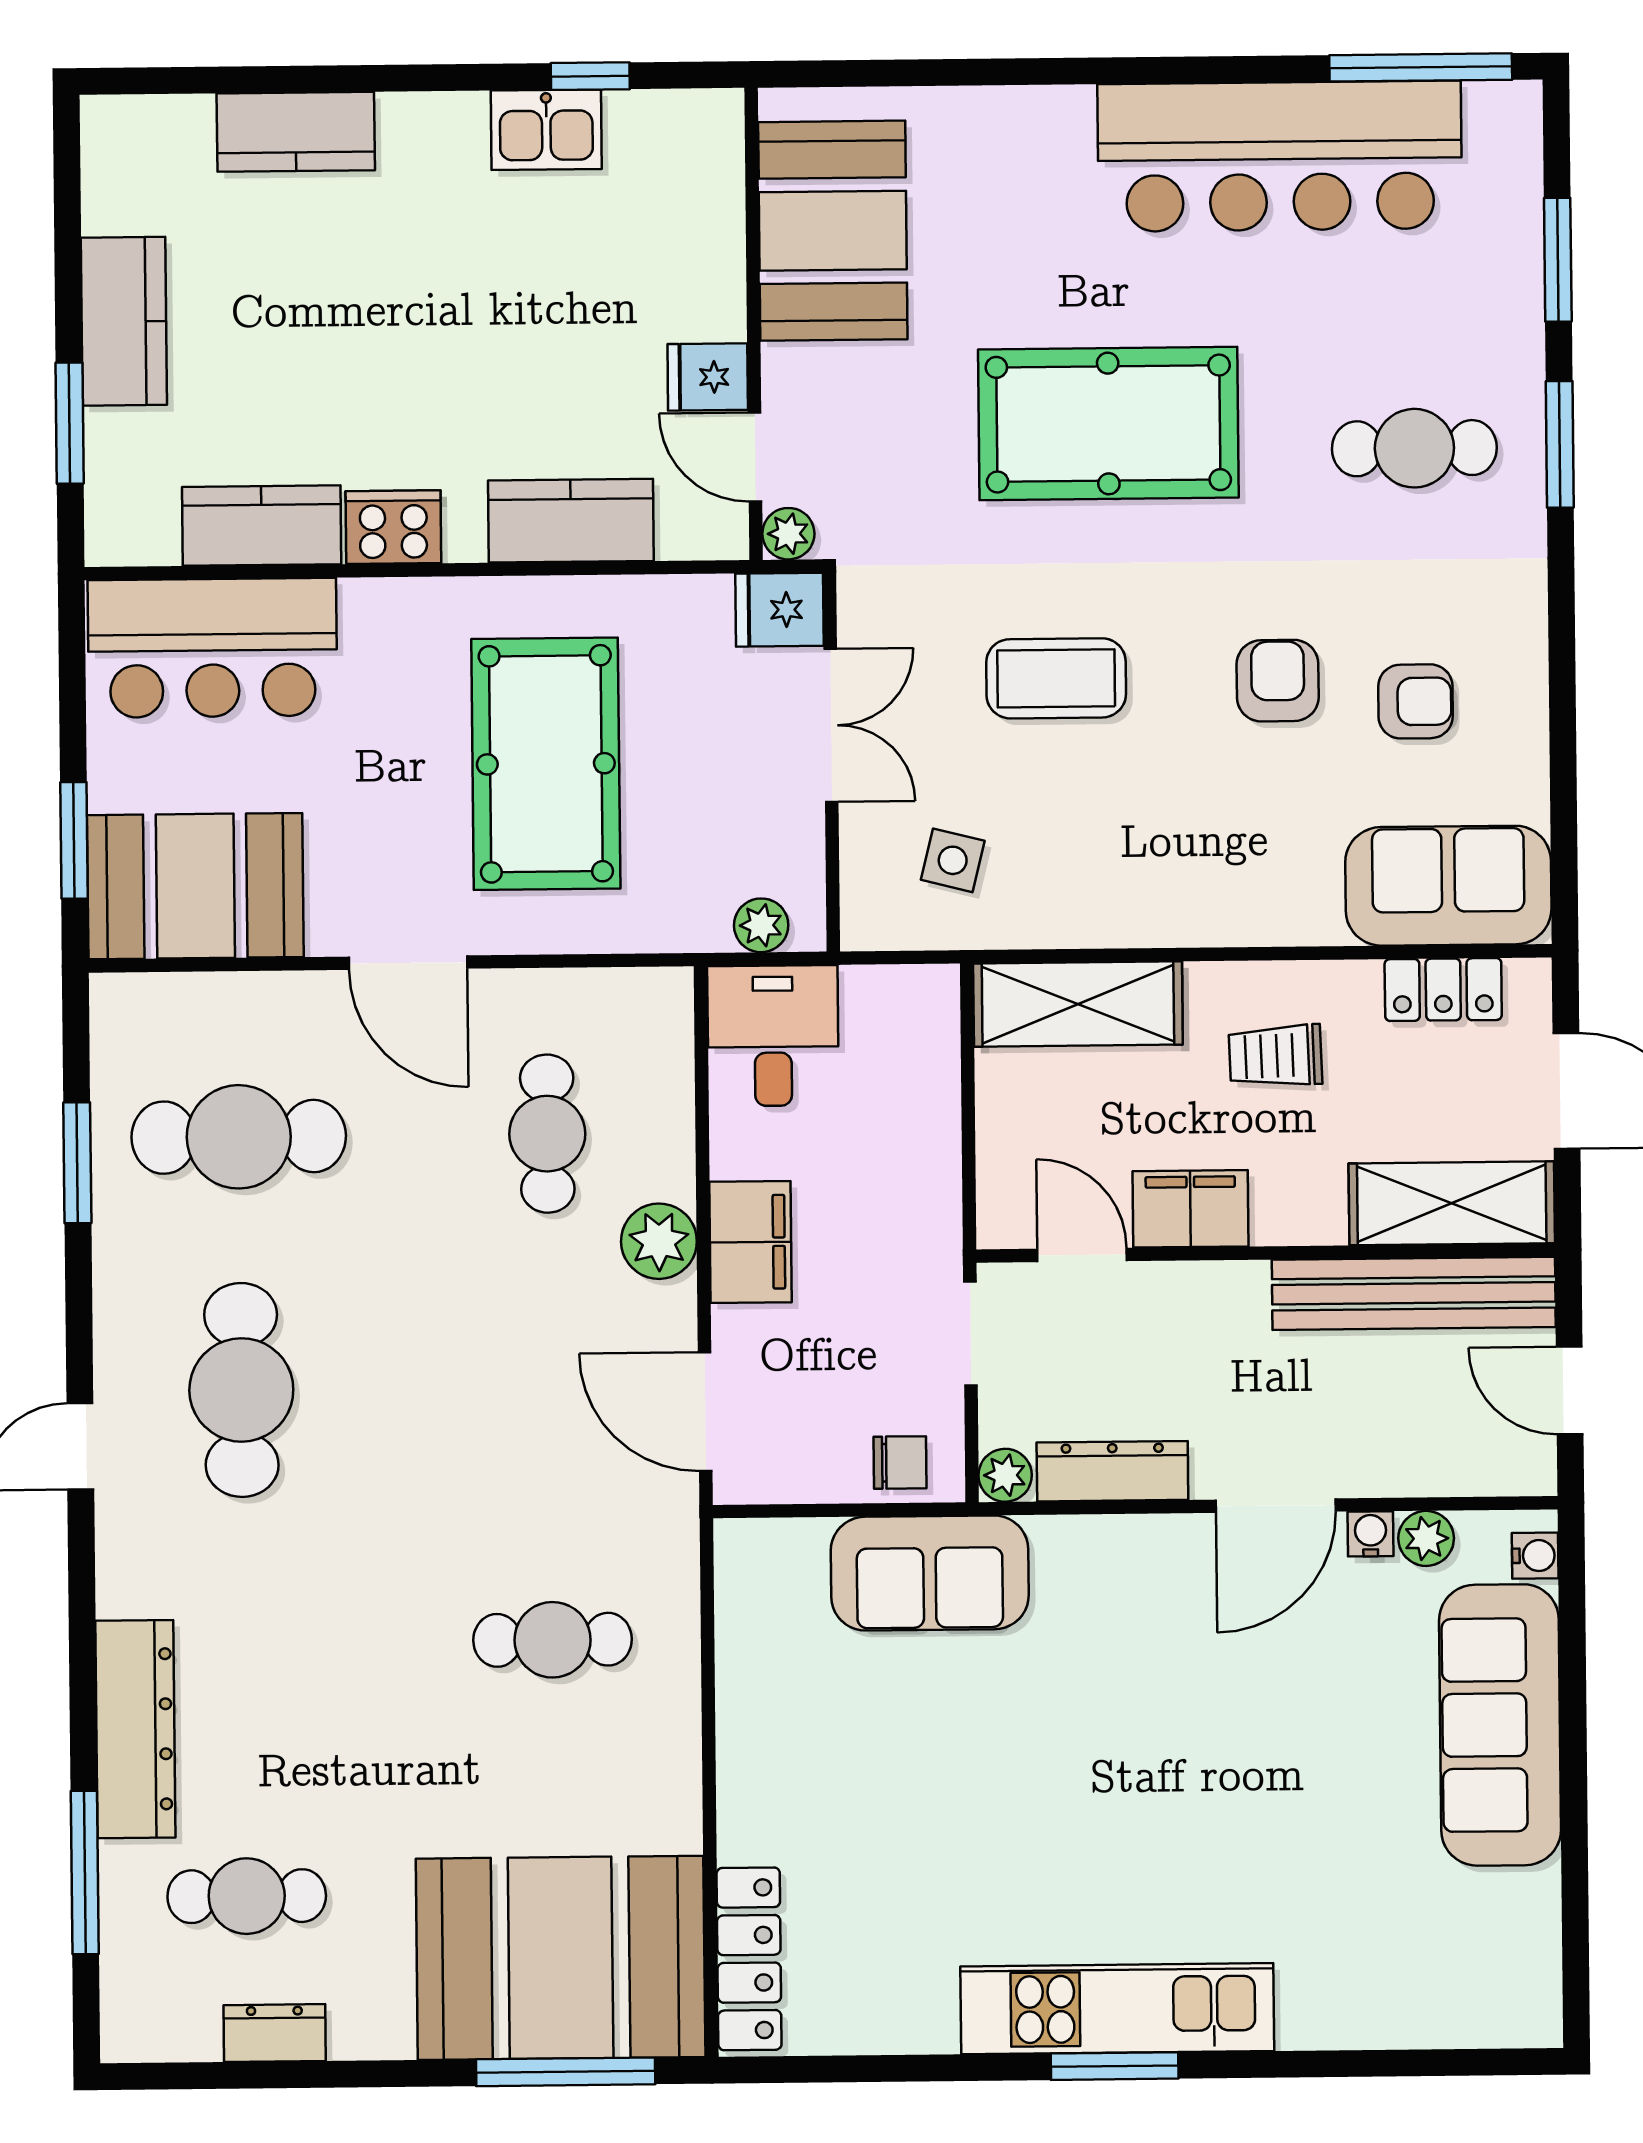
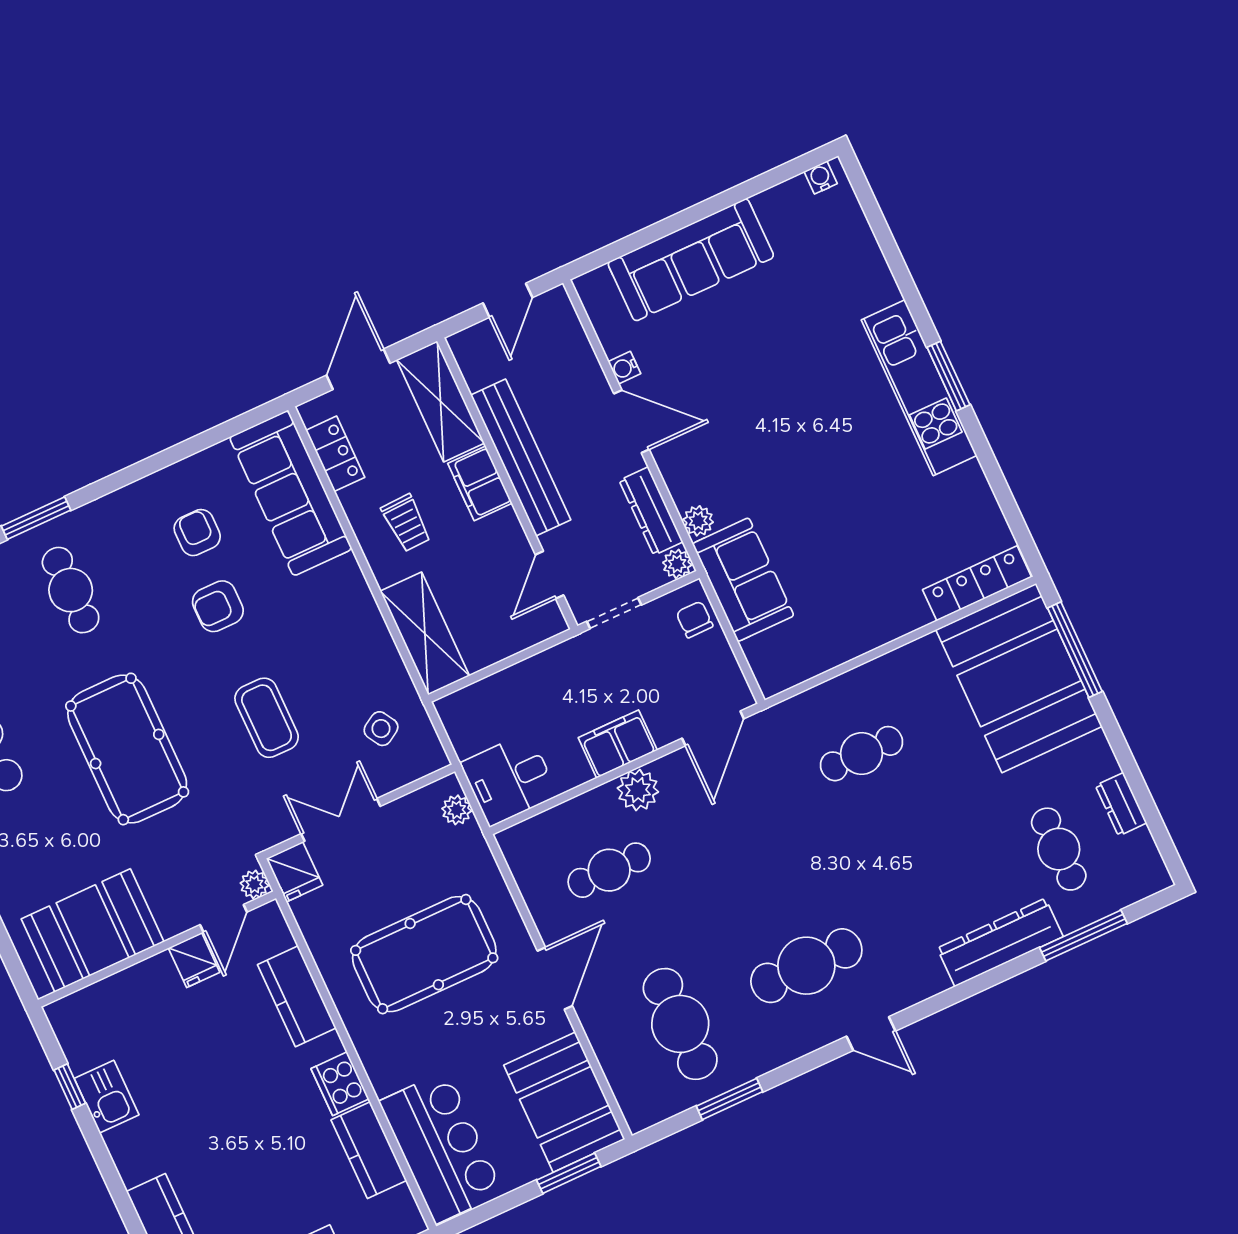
side table: (953, 860) -> (381, 729), turned 45
sofa: (1448, 886) -> (291, 493), width x1.36
filing cabinet: (1190, 1209) -> (480, 483), moved
bench: (1414, 1293) -> (521, 458), moved
plant: (1426, 1538) -> (698, 521), moved
water cooler: (1535, 1556) -> (821, 178), moved
cafe table: (553, 1640) -> (861, 754), turned 90

